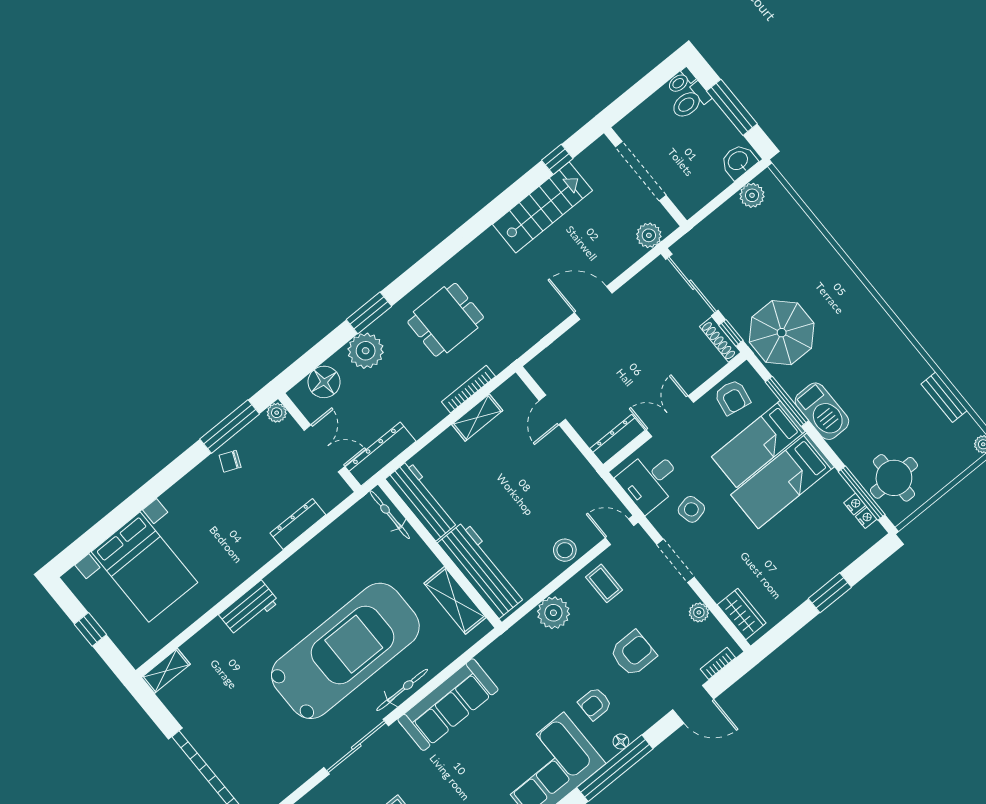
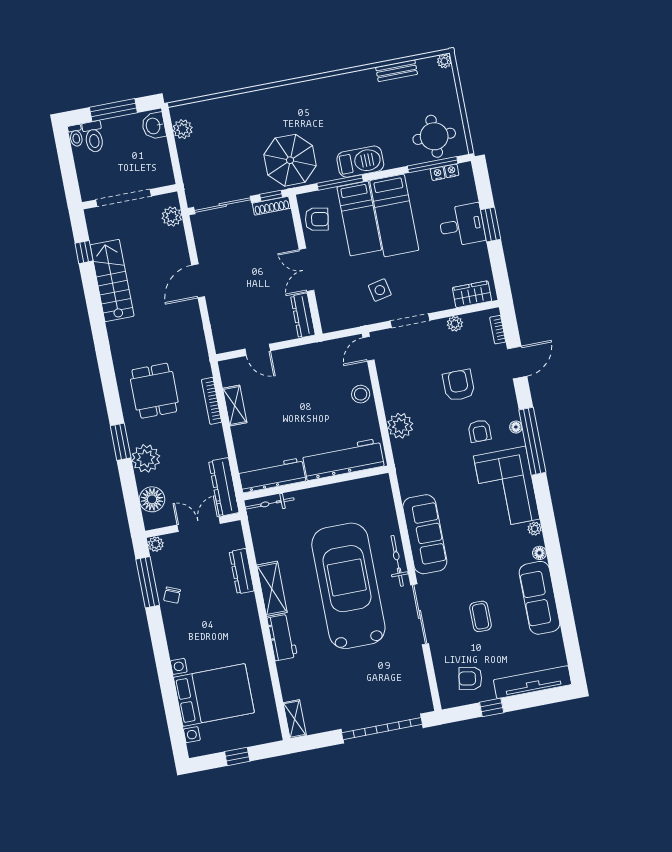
desk: (650, 480) -> (462, 225), moved, turned -90
coffee table: (604, 583) -> (399, 379), removed
shelving: (455, 600) -> (272, 589), moved, turned 90

